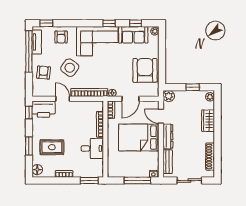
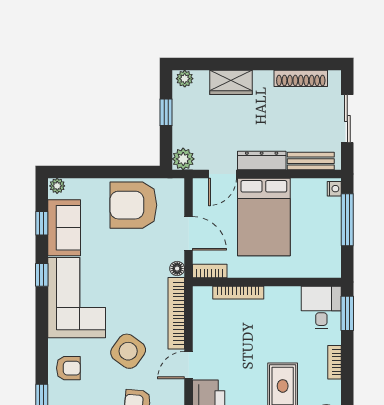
desk: (92, 148) -> (321, 307), moved

